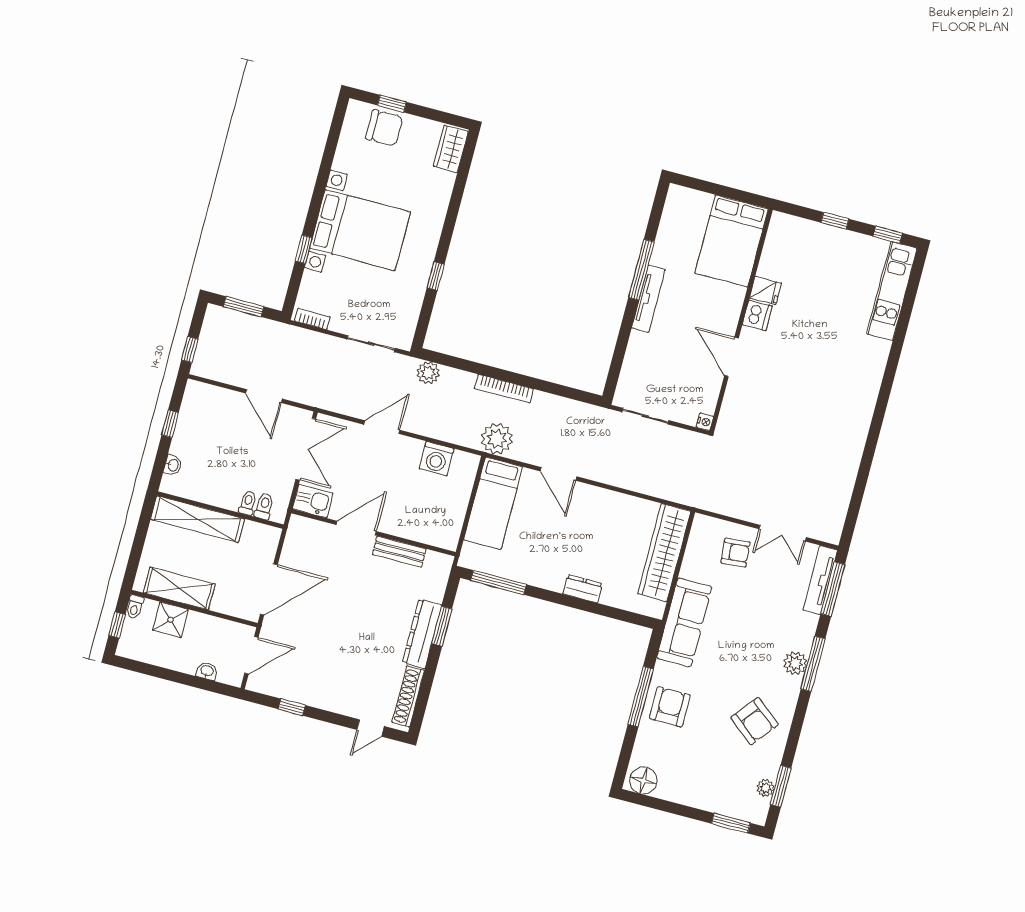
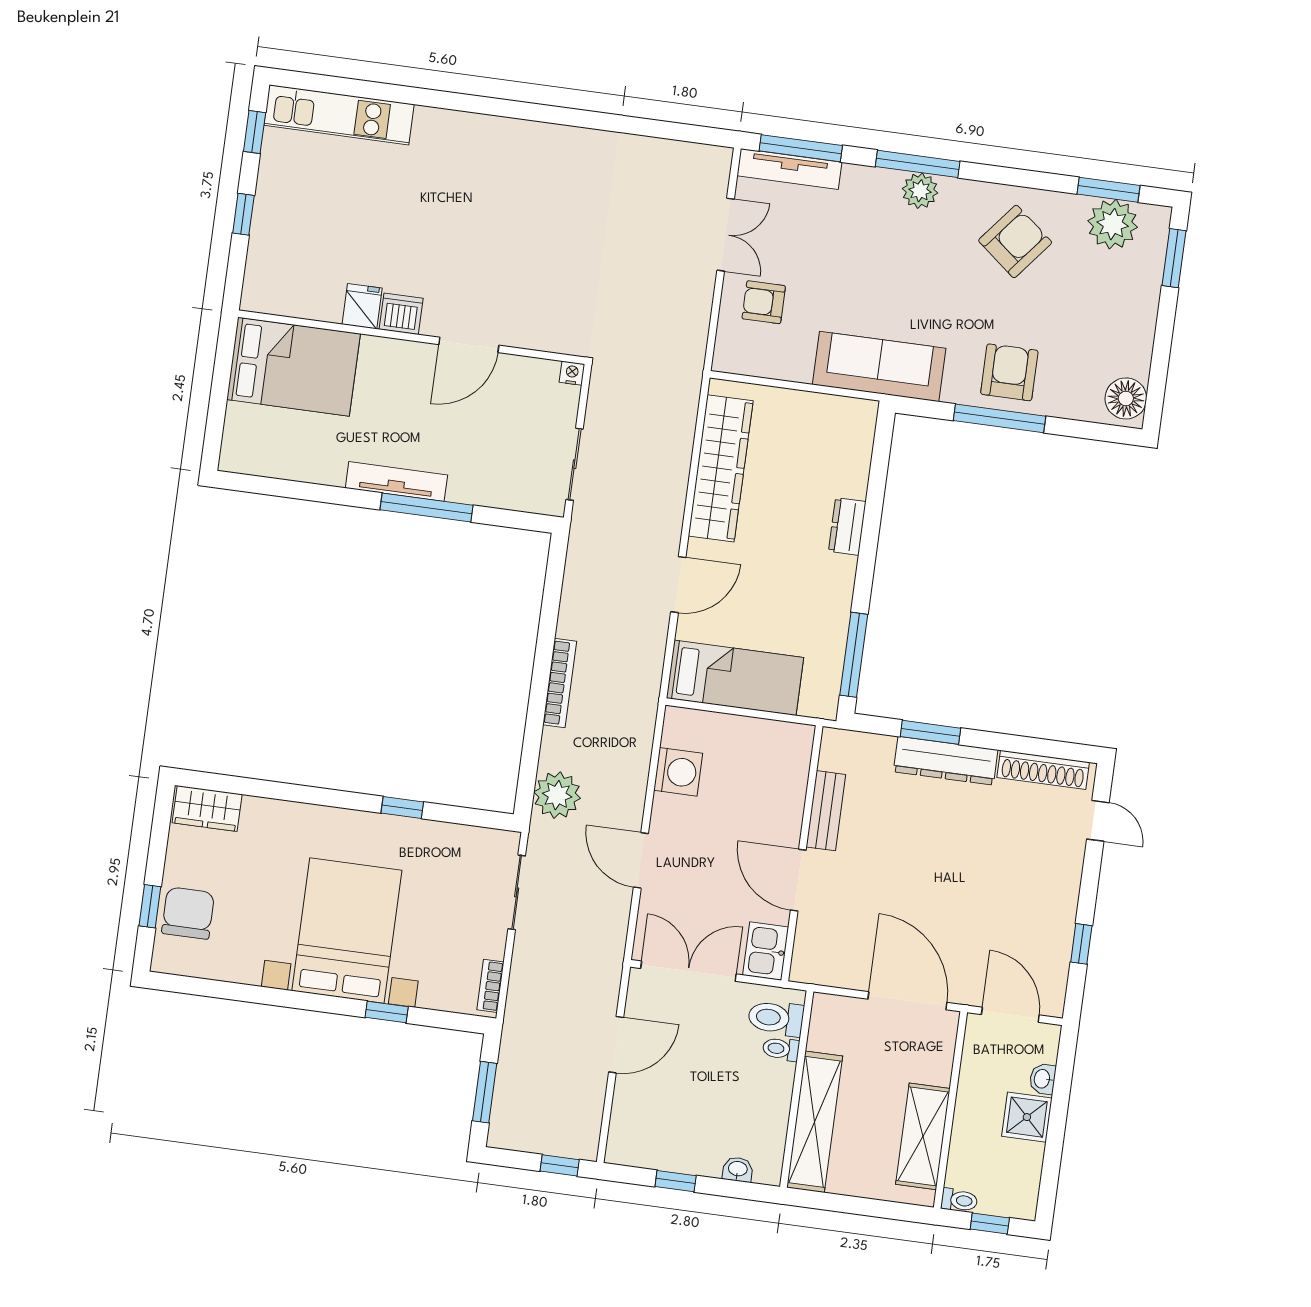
window: (641, 270) -> (426, 508), moved
plant: (428, 373) -> (557, 795), width x1.36, depth x1.36
plant: (497, 439) -> (637, 684), removed
toilet: (264, 506) -> (776, 1018), width x1.37, depth x1.39
armchair: (735, 552) -> (764, 302), turned -85
wardrobe: (664, 553) -> (721, 468), moved, turned -90
shower: (170, 620) -> (1027, 1117), moved
armchair: (670, 707) -> (1009, 372), turned 90
plant: (765, 788) -> (1113, 224), width x1.87, depth x1.87

